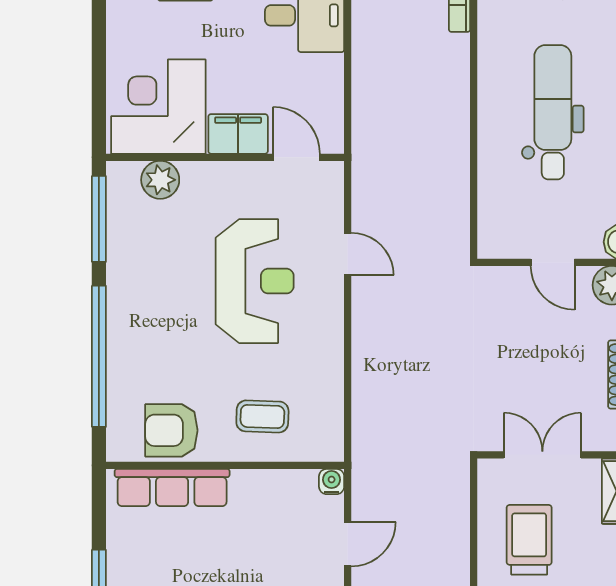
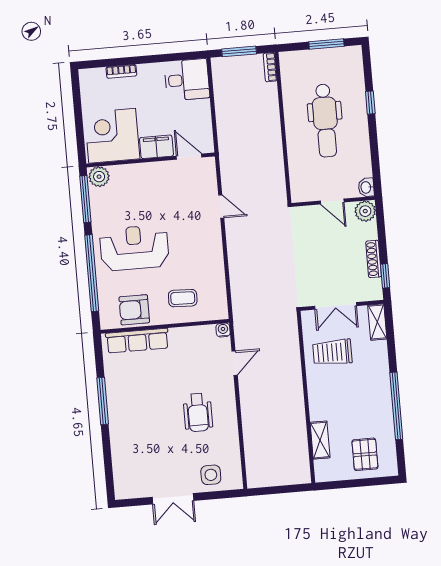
dental chair: (553, 112) -> (325, 121), turned 180
plant: (160, 180) -> (99, 177), moved
reception desk: (255, 281) -> (134, 248), moved, turned -90
double door: (542, 455) -> (336, 306), swing flipped
trolley: (529, 540) -> (332, 352), turned -90

